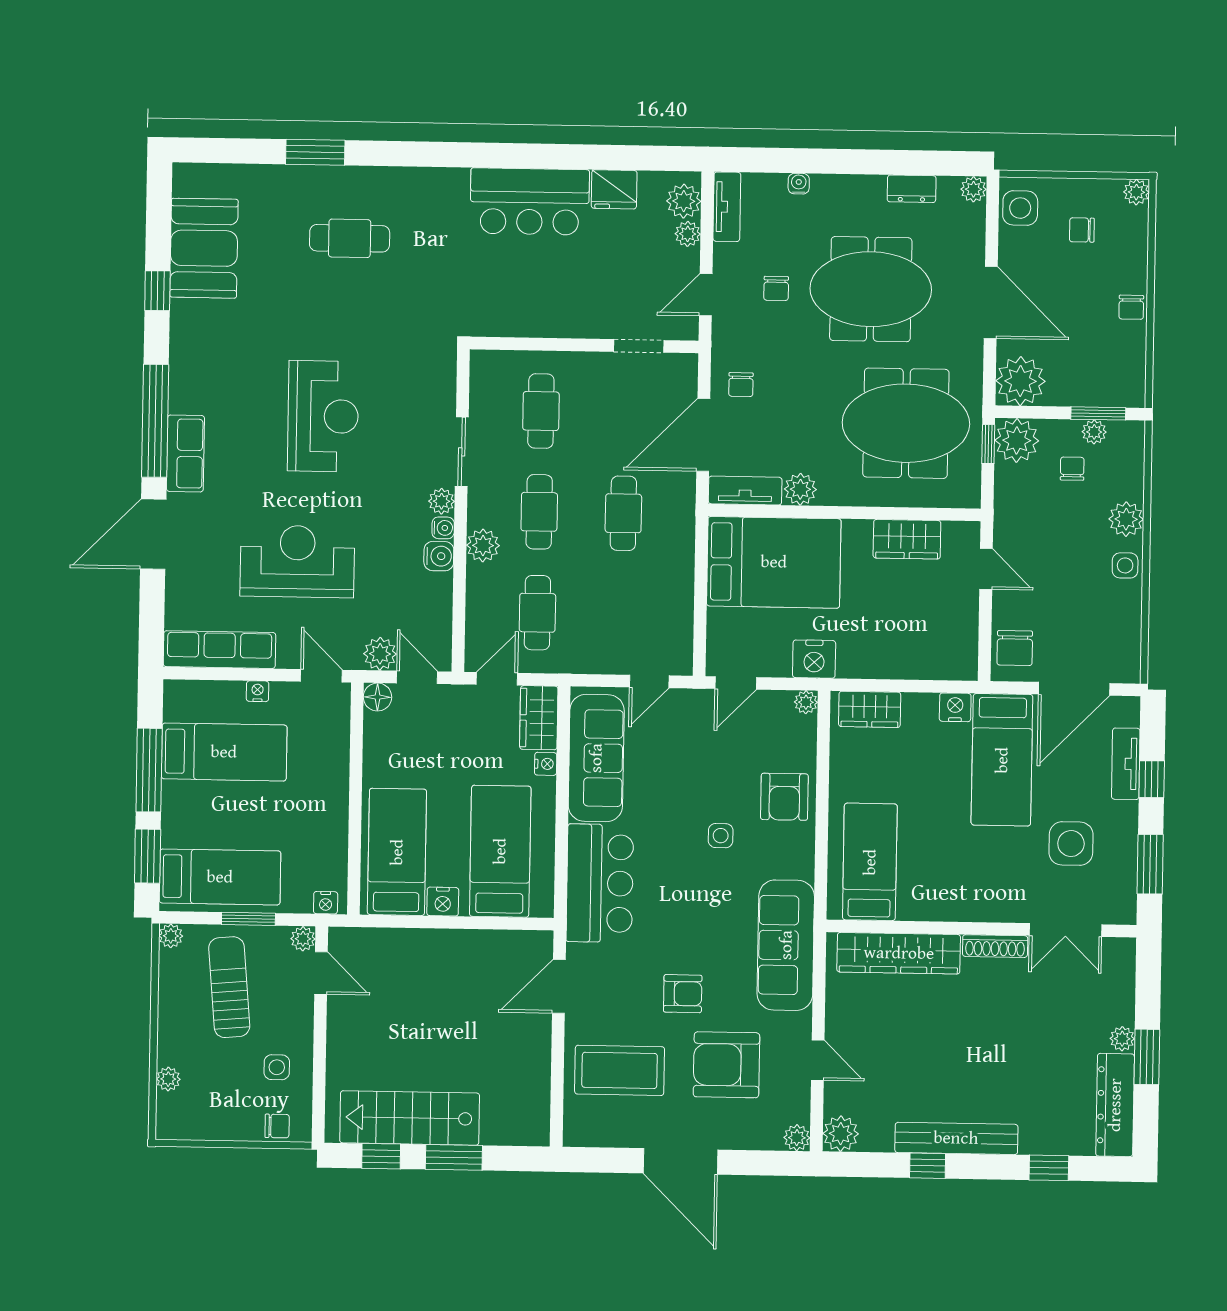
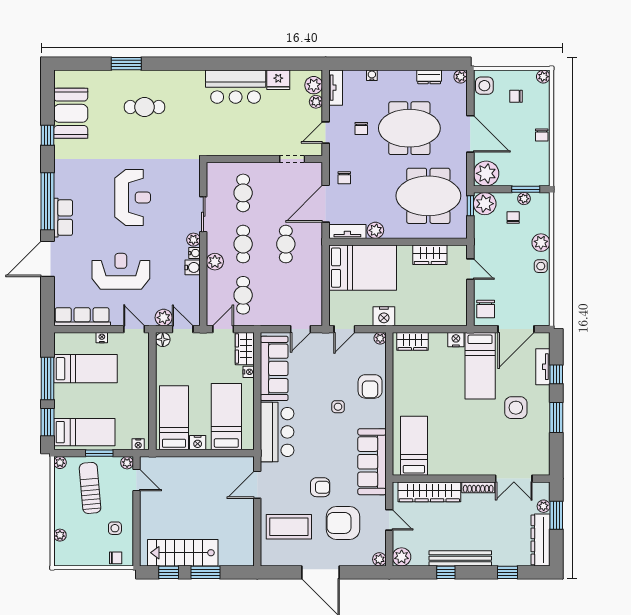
bed: (870, 862) -> (414, 446), moved
wall: (981, 929) -> (471, 479), moved
double door: (1066, 930) -> (514, 479), moved
shoe rack: (995, 946) -> (478, 487), moved
wardrobe: (899, 953) -> (429, 492), moved

